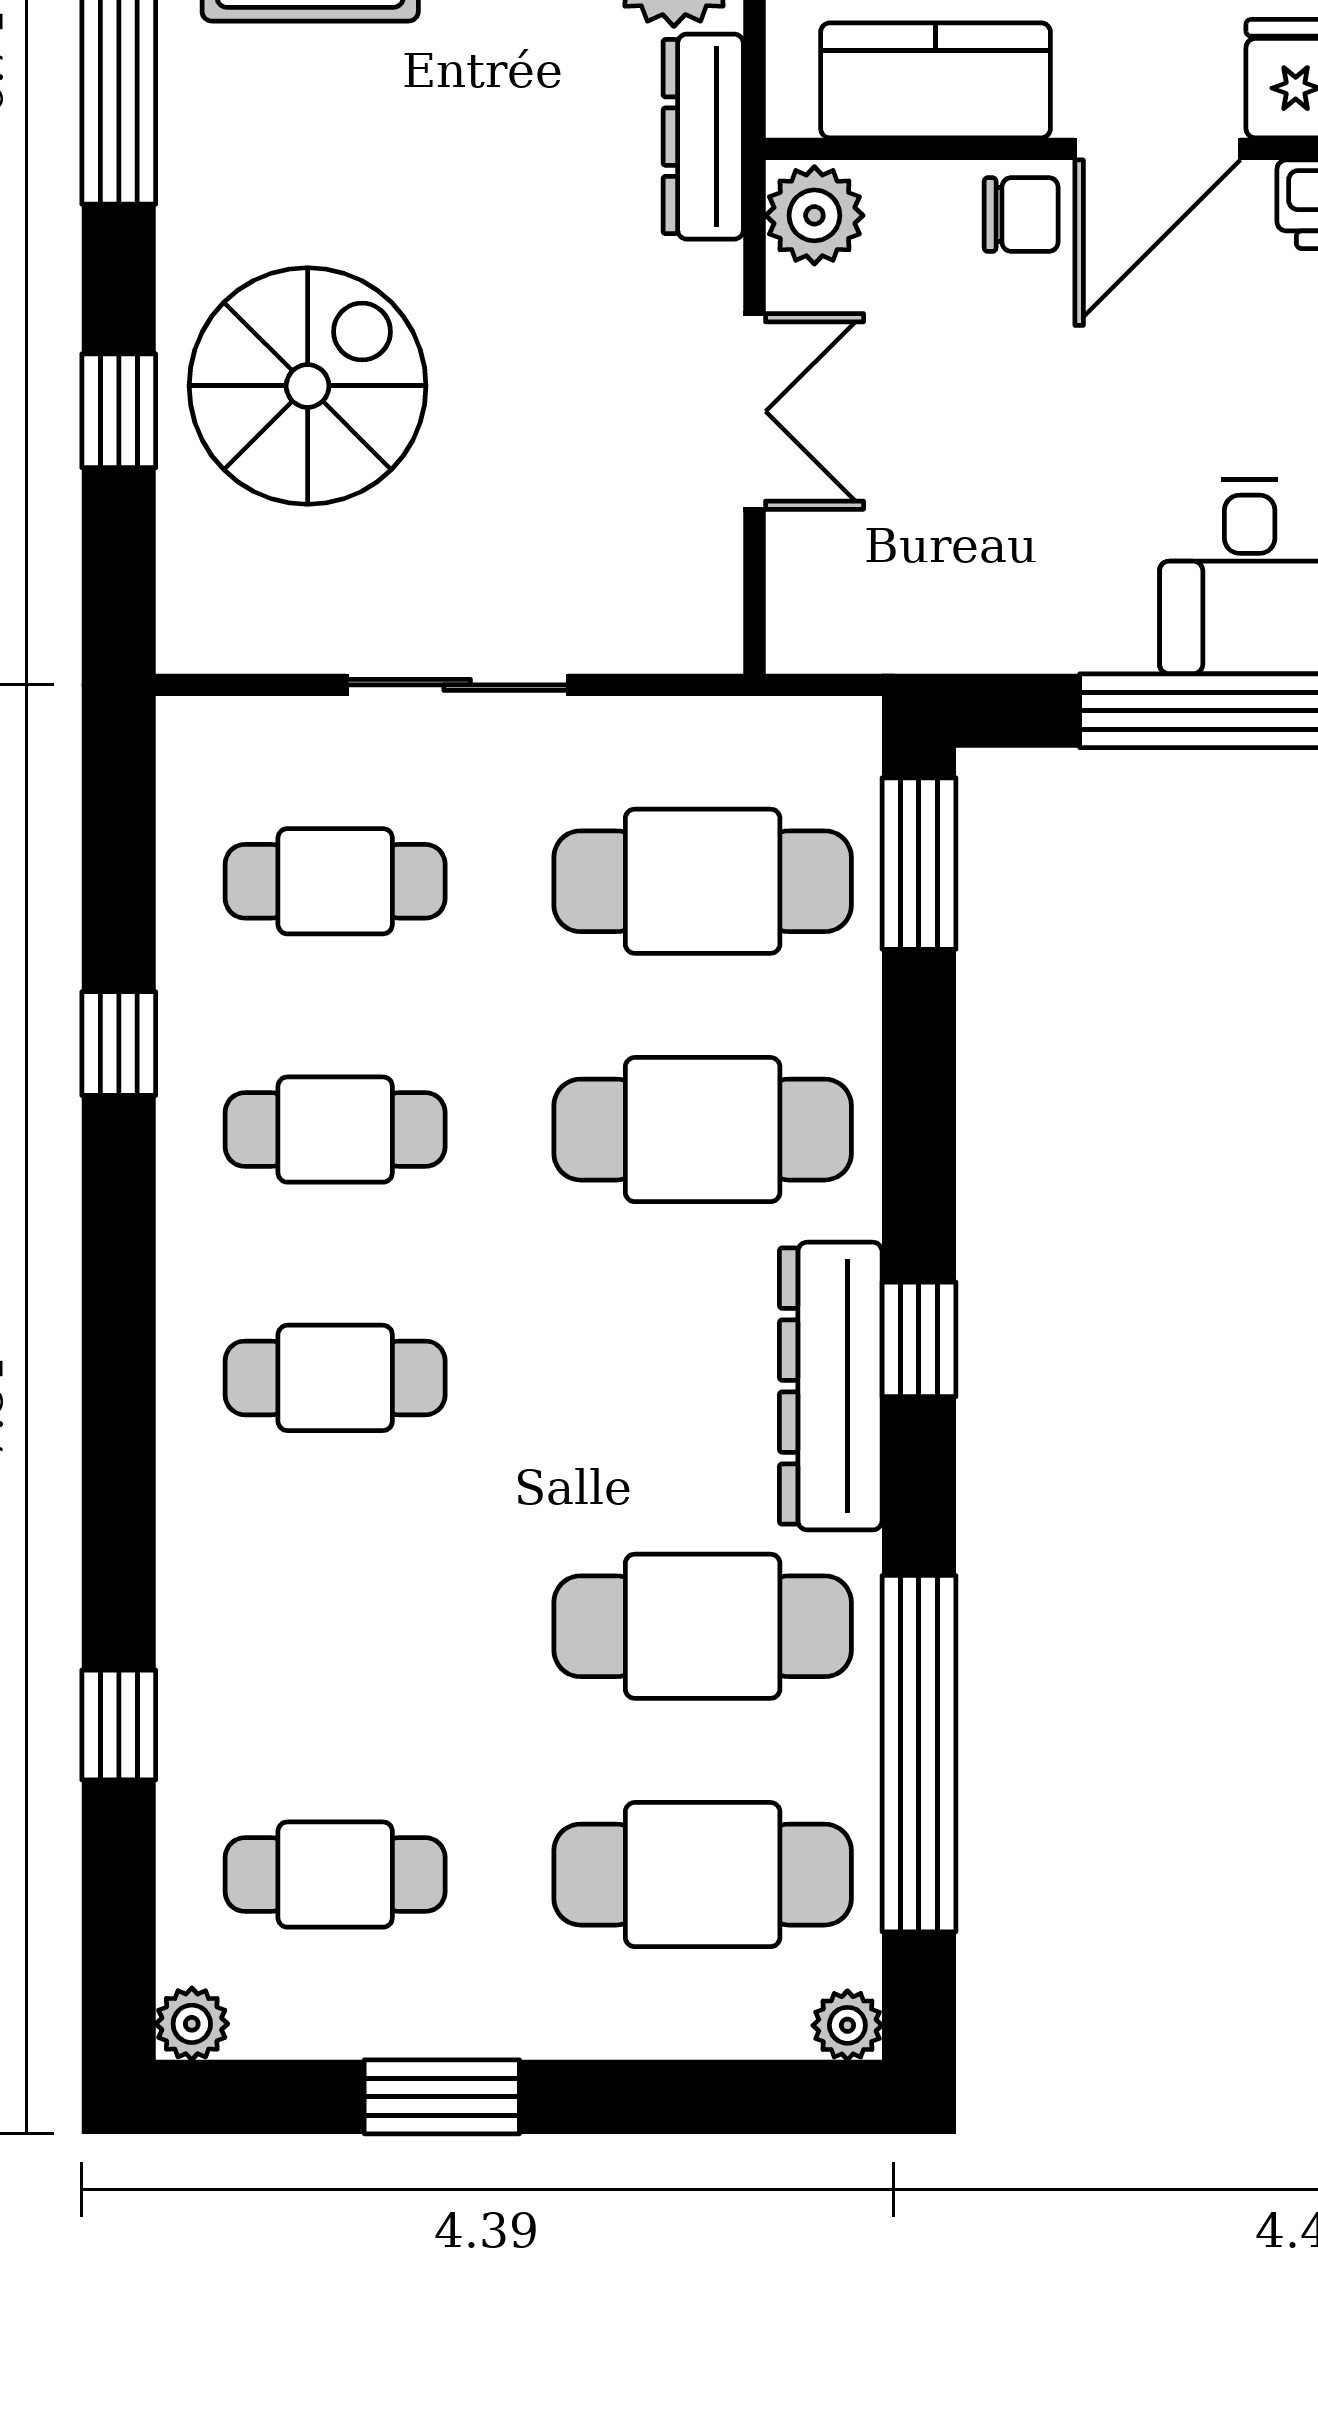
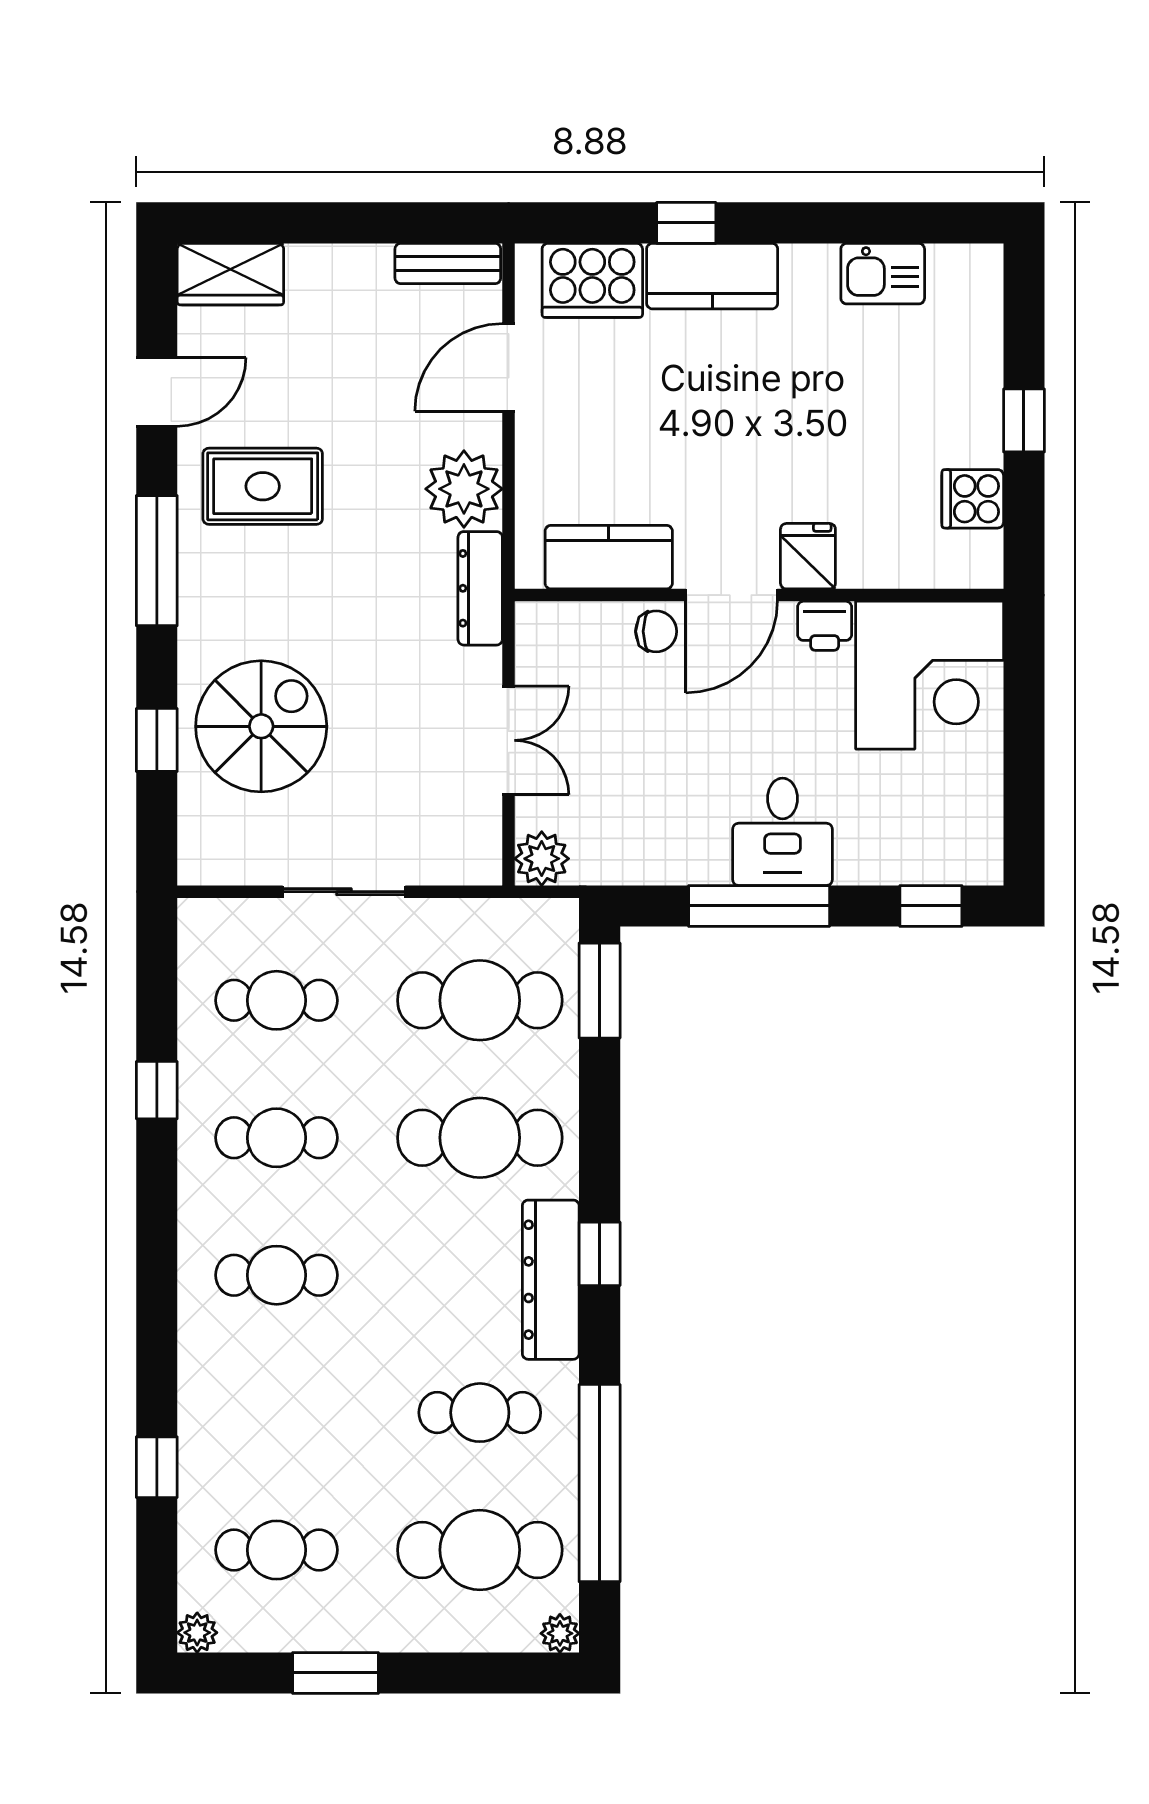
plant: (814, 215) -> (542, 859), moved
cafe table: (703, 1626) -> (480, 1413), width x0.73, depth x0.74

